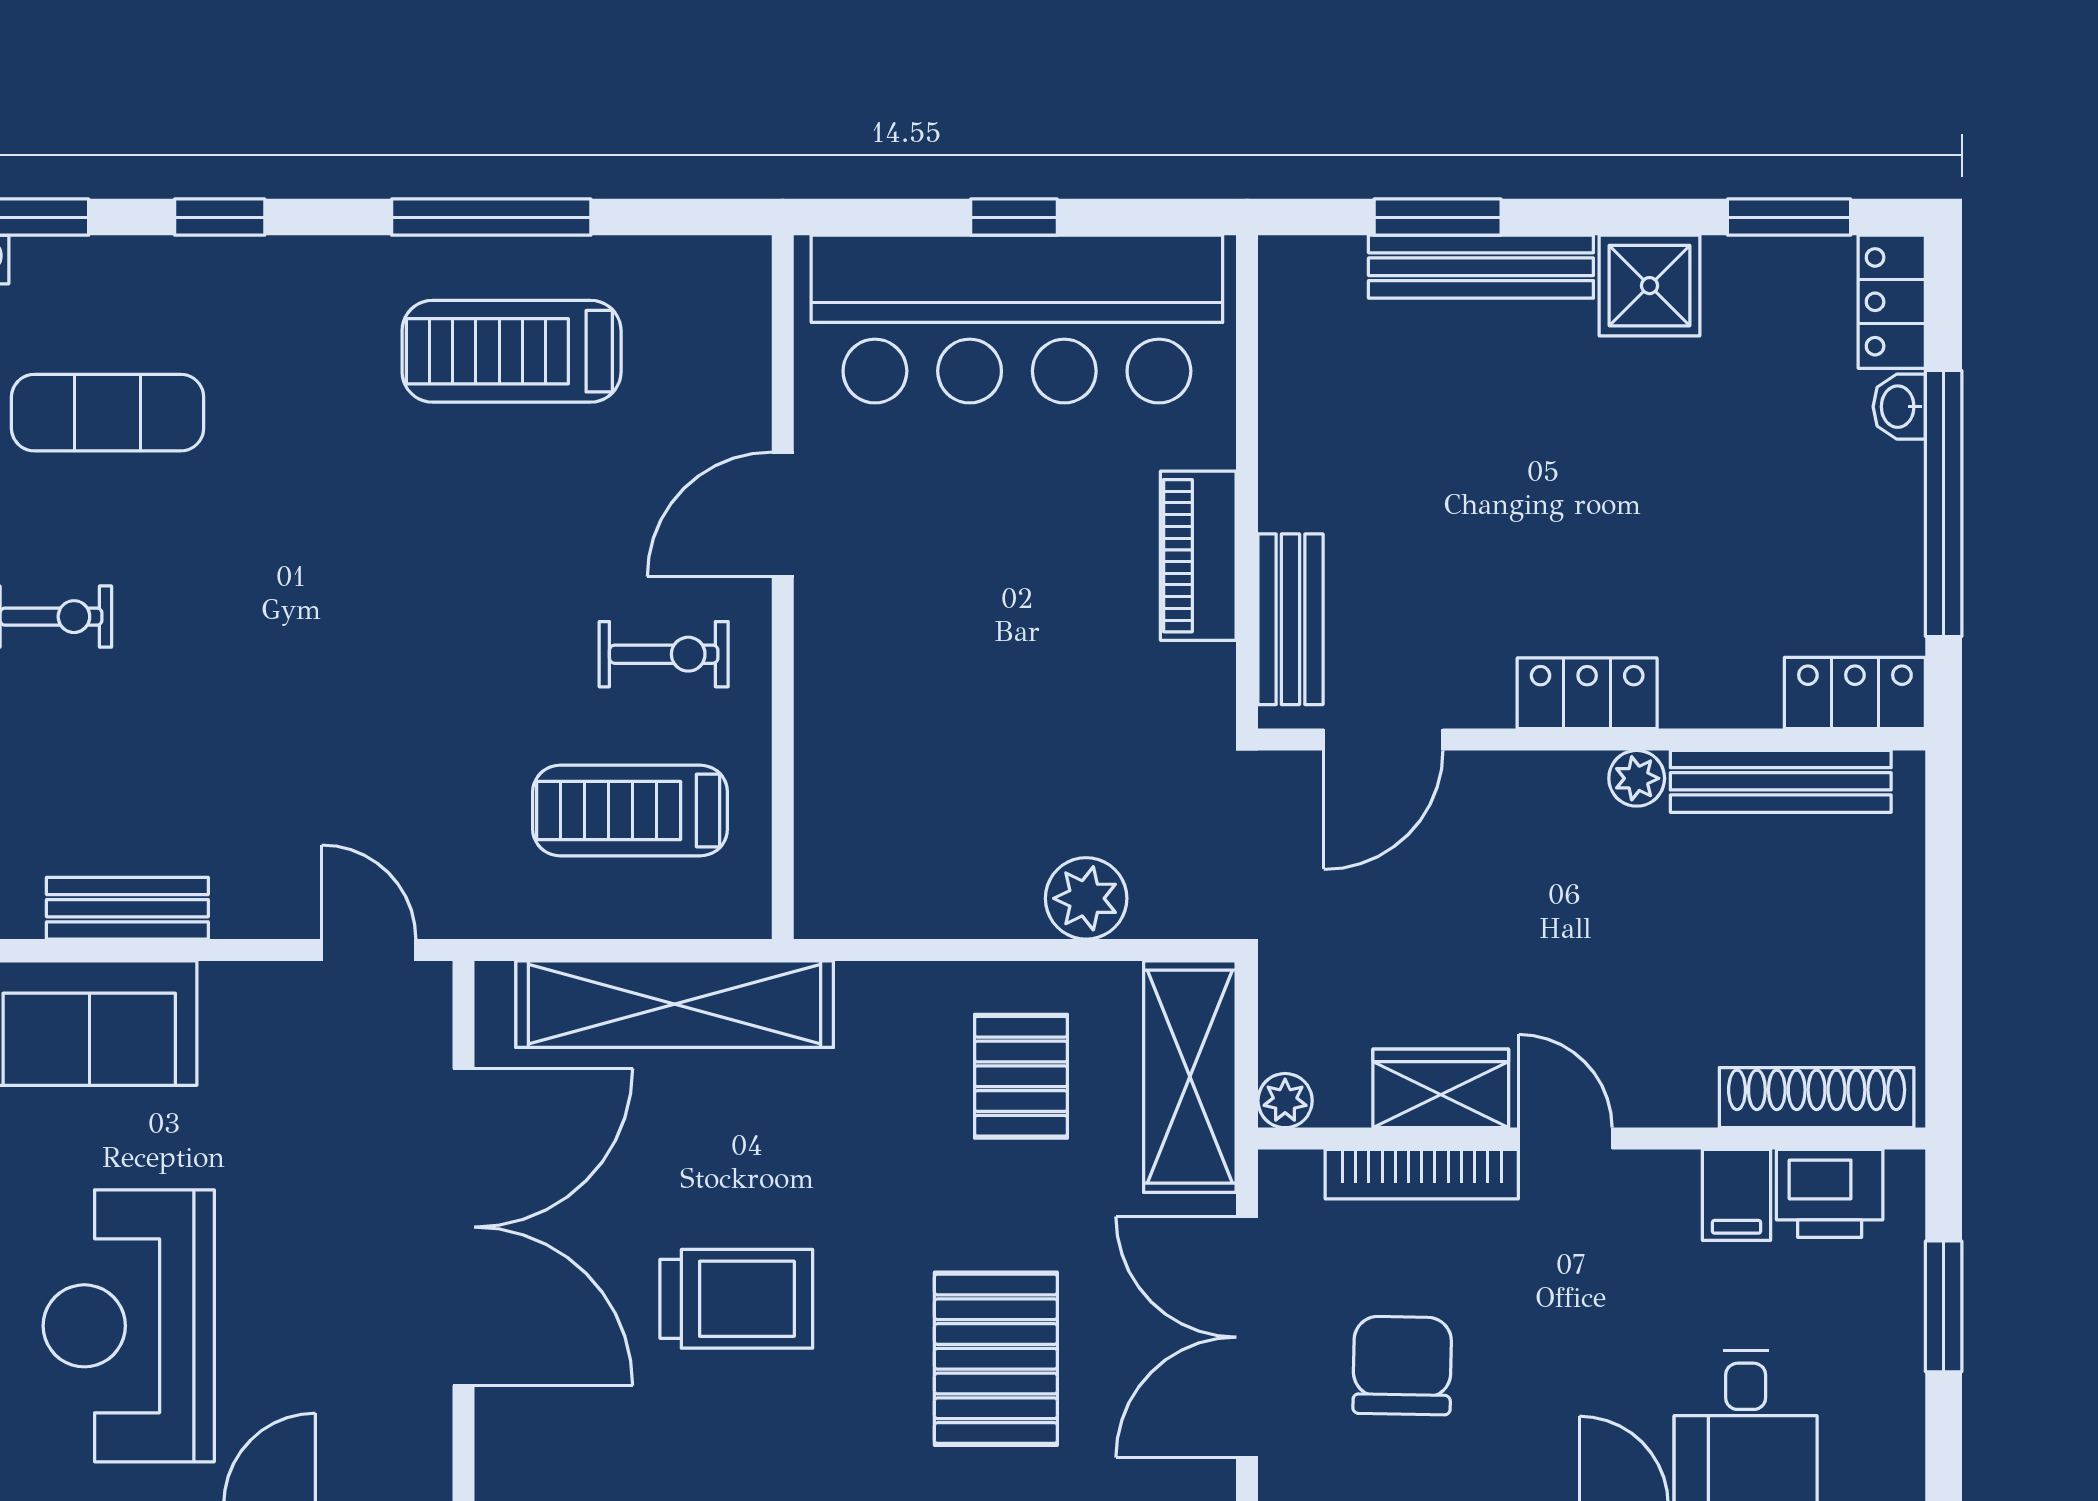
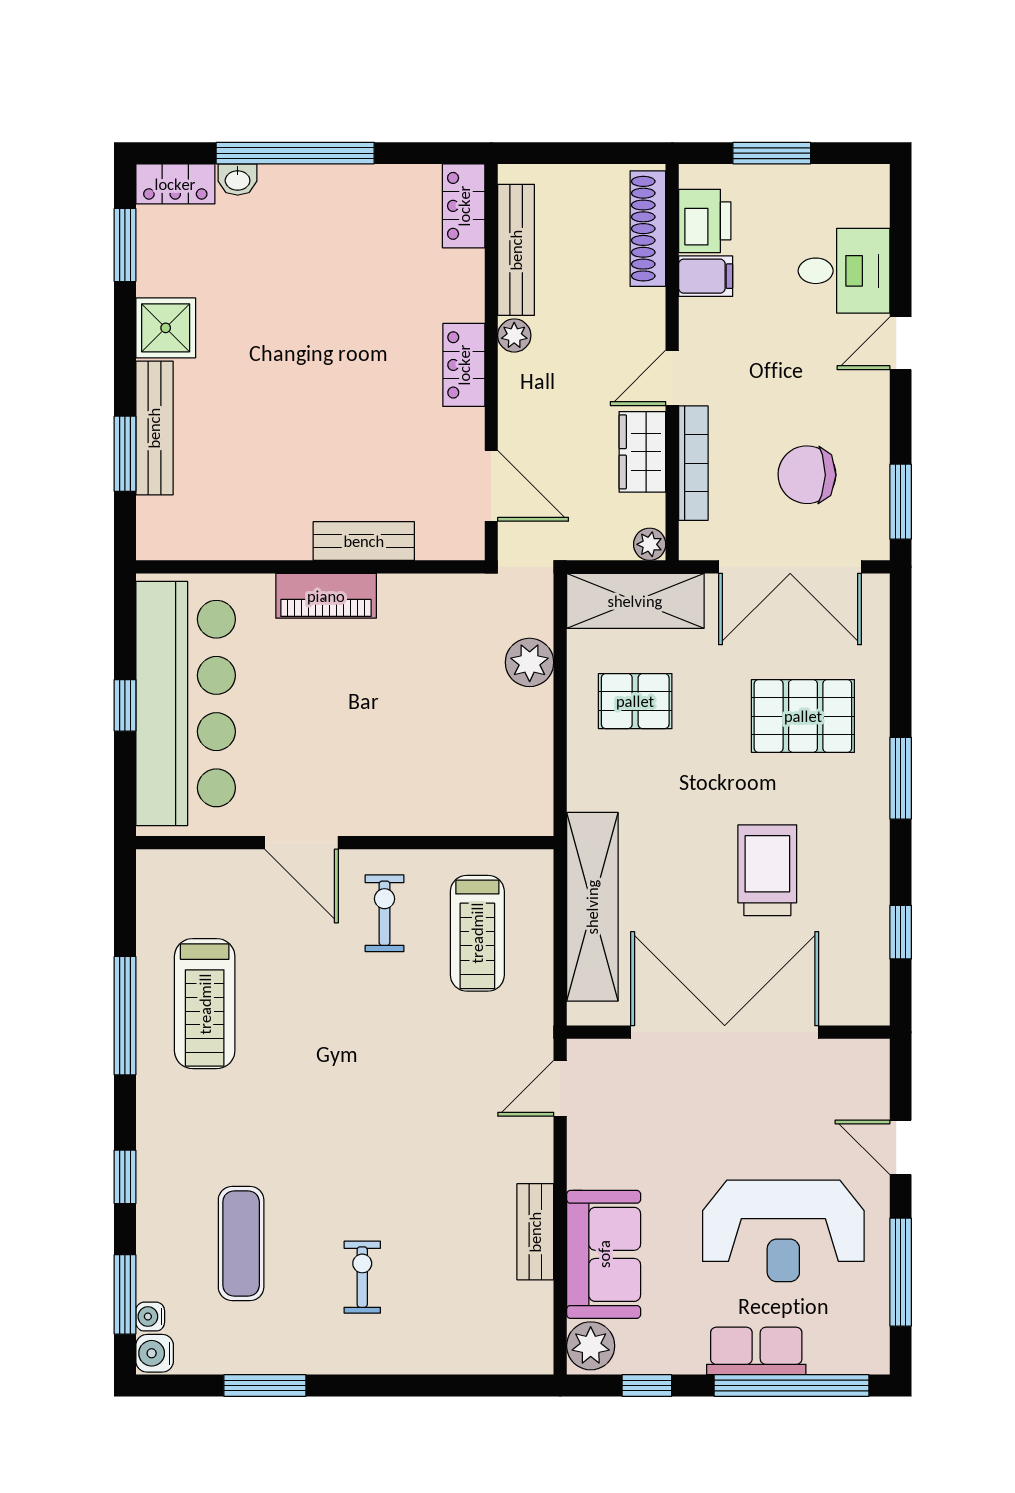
locker: (1587, 693) -> (464, 365), moved
locker: (1855, 693) -> (464, 206), moved
door: (1383, 740) -> (491, 486), moved
wall: (1592, 740) -> (491, 362), moved
plant: (1637, 778) -> (514, 335), moved
bench: (1781, 781) -> (516, 250), moved

